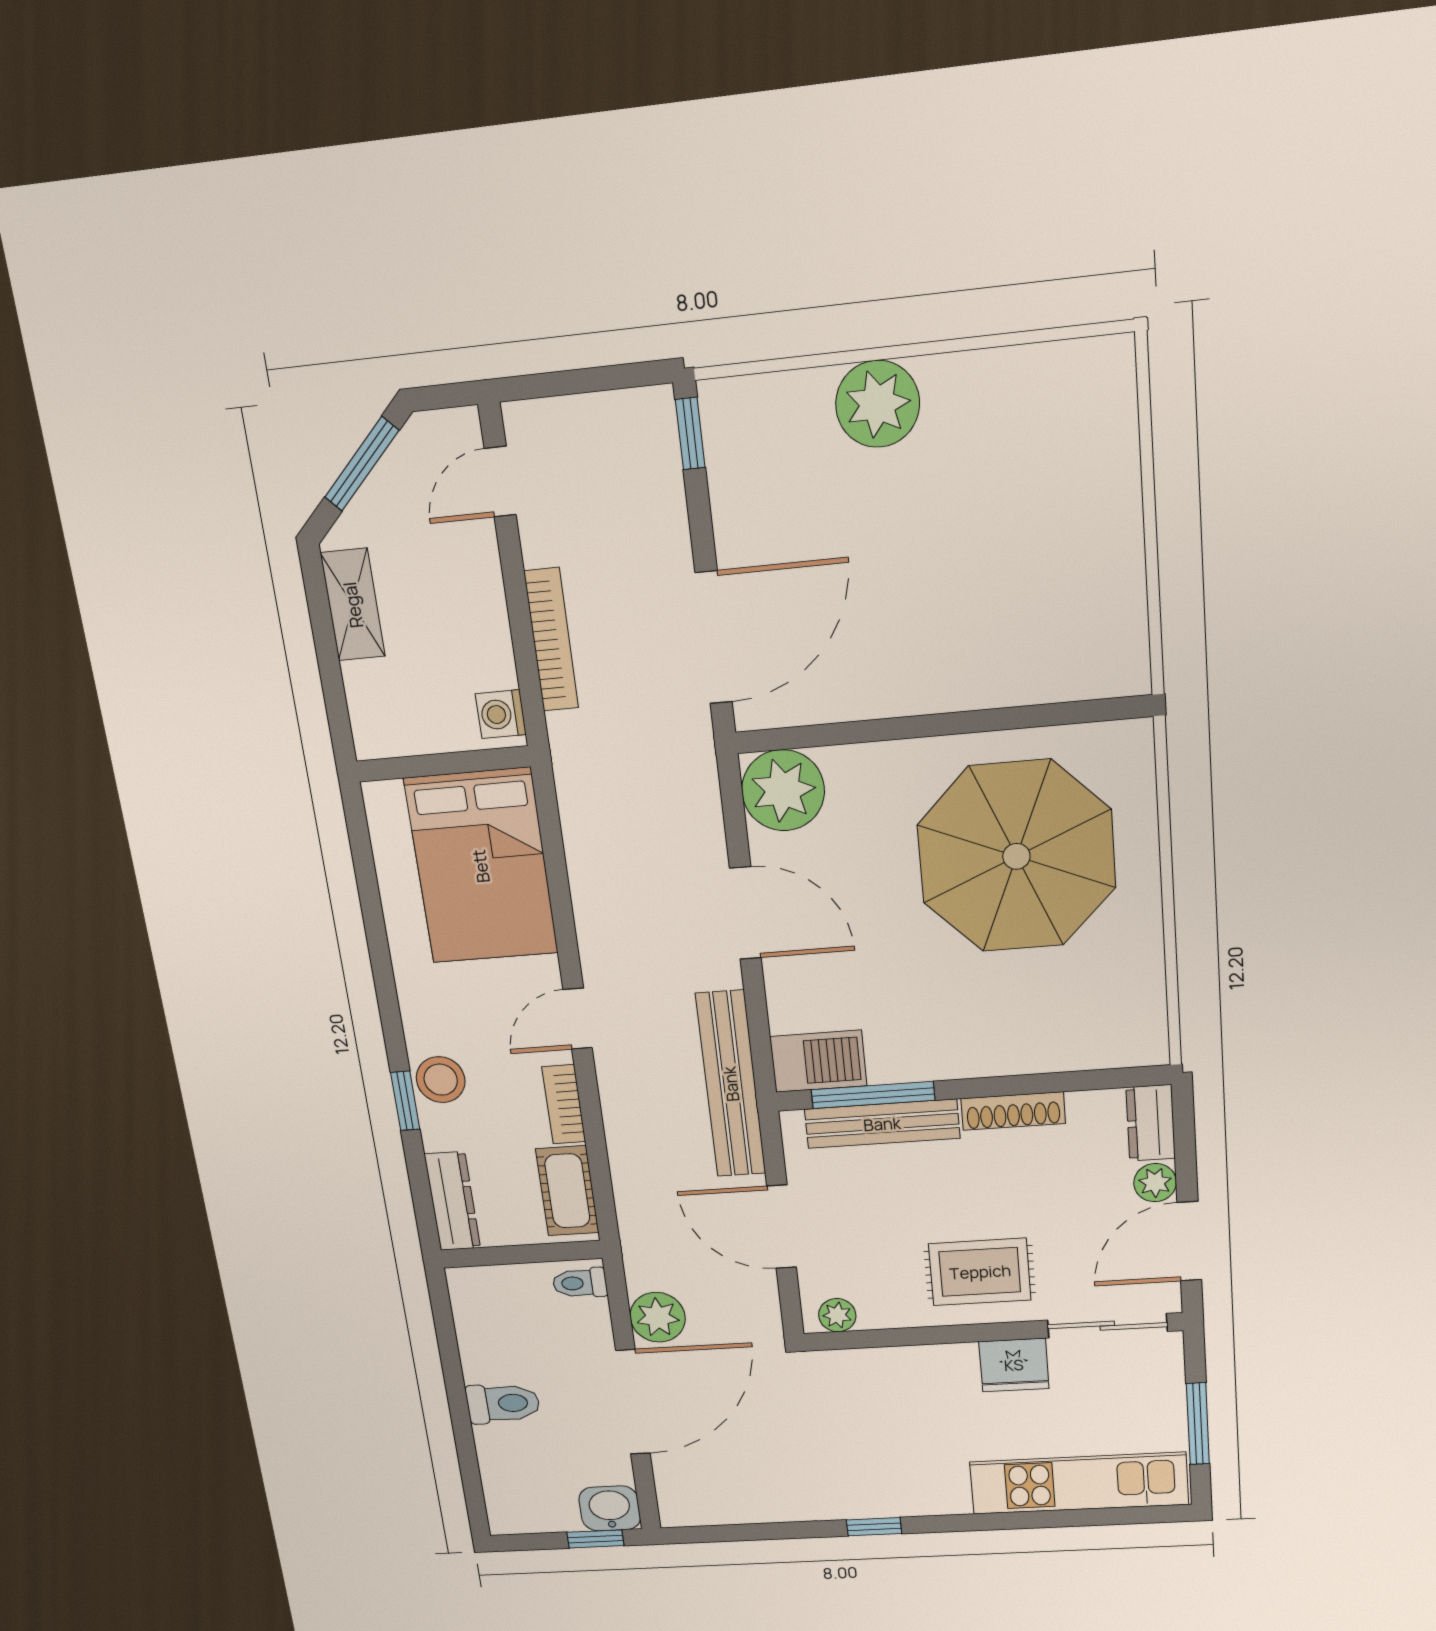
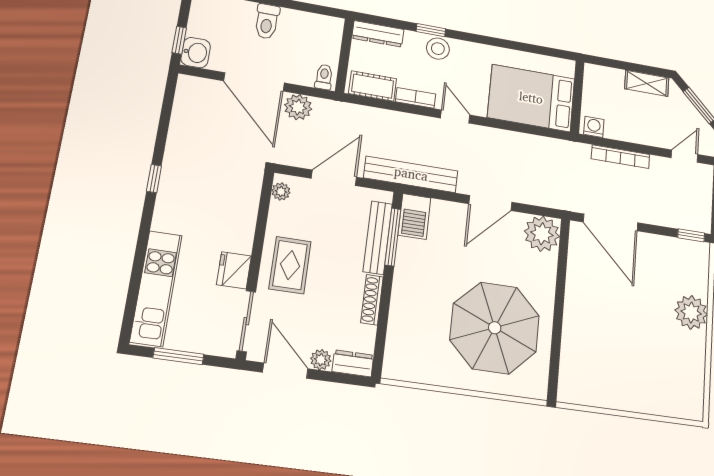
door: (500, 482) -> (684, 156), hinge flipped

